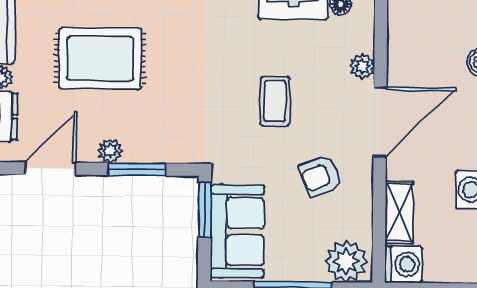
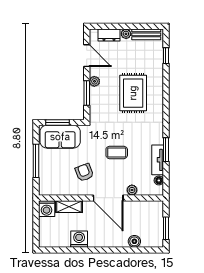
rug: (100, 58) -> (133, 93), moved
window: (205, 210) -> (58, 122), moved
plant: (346, 261) -> (48, 184), removed

